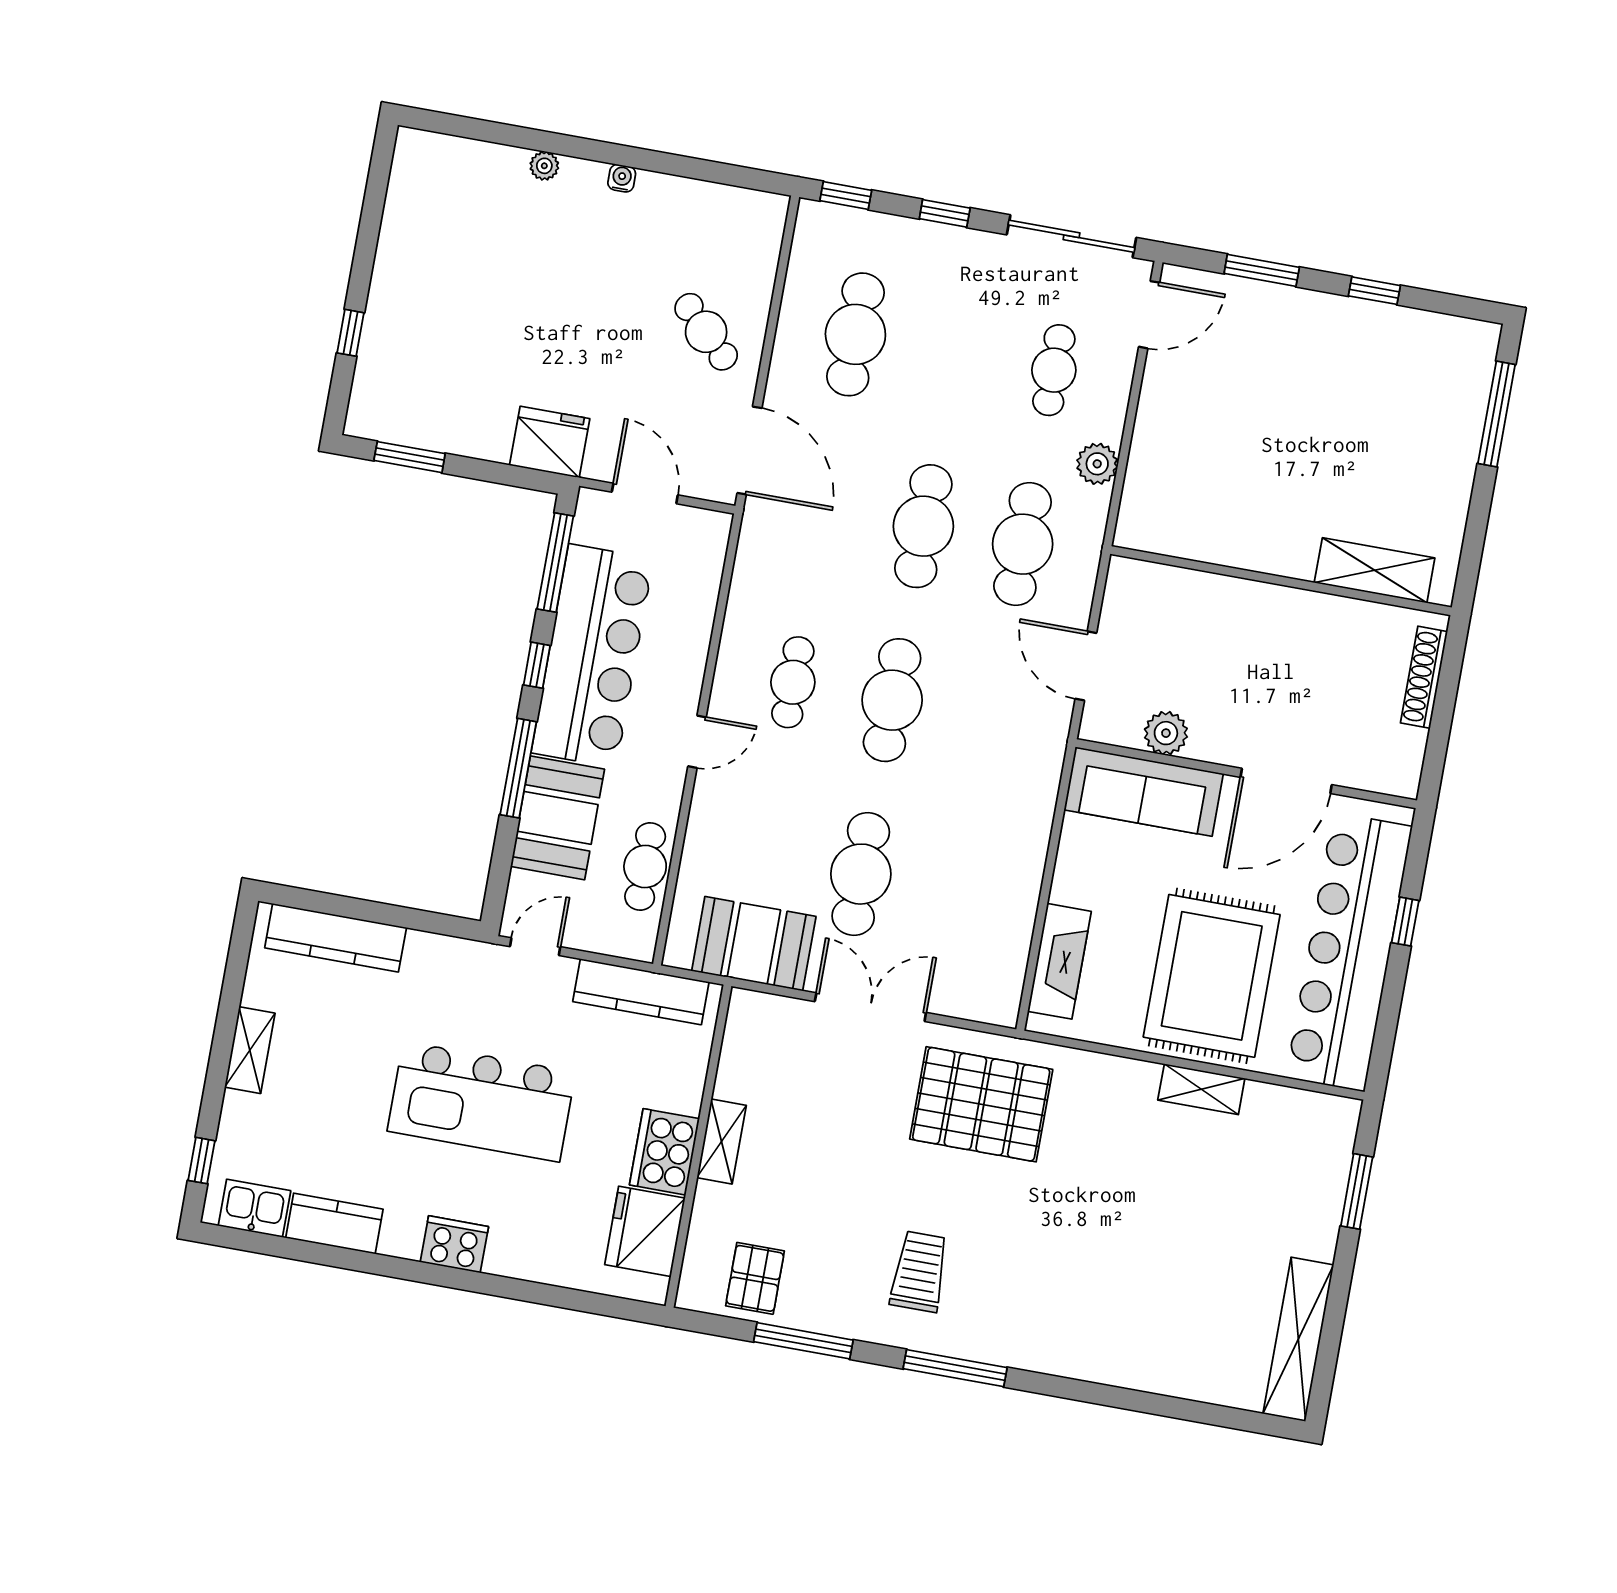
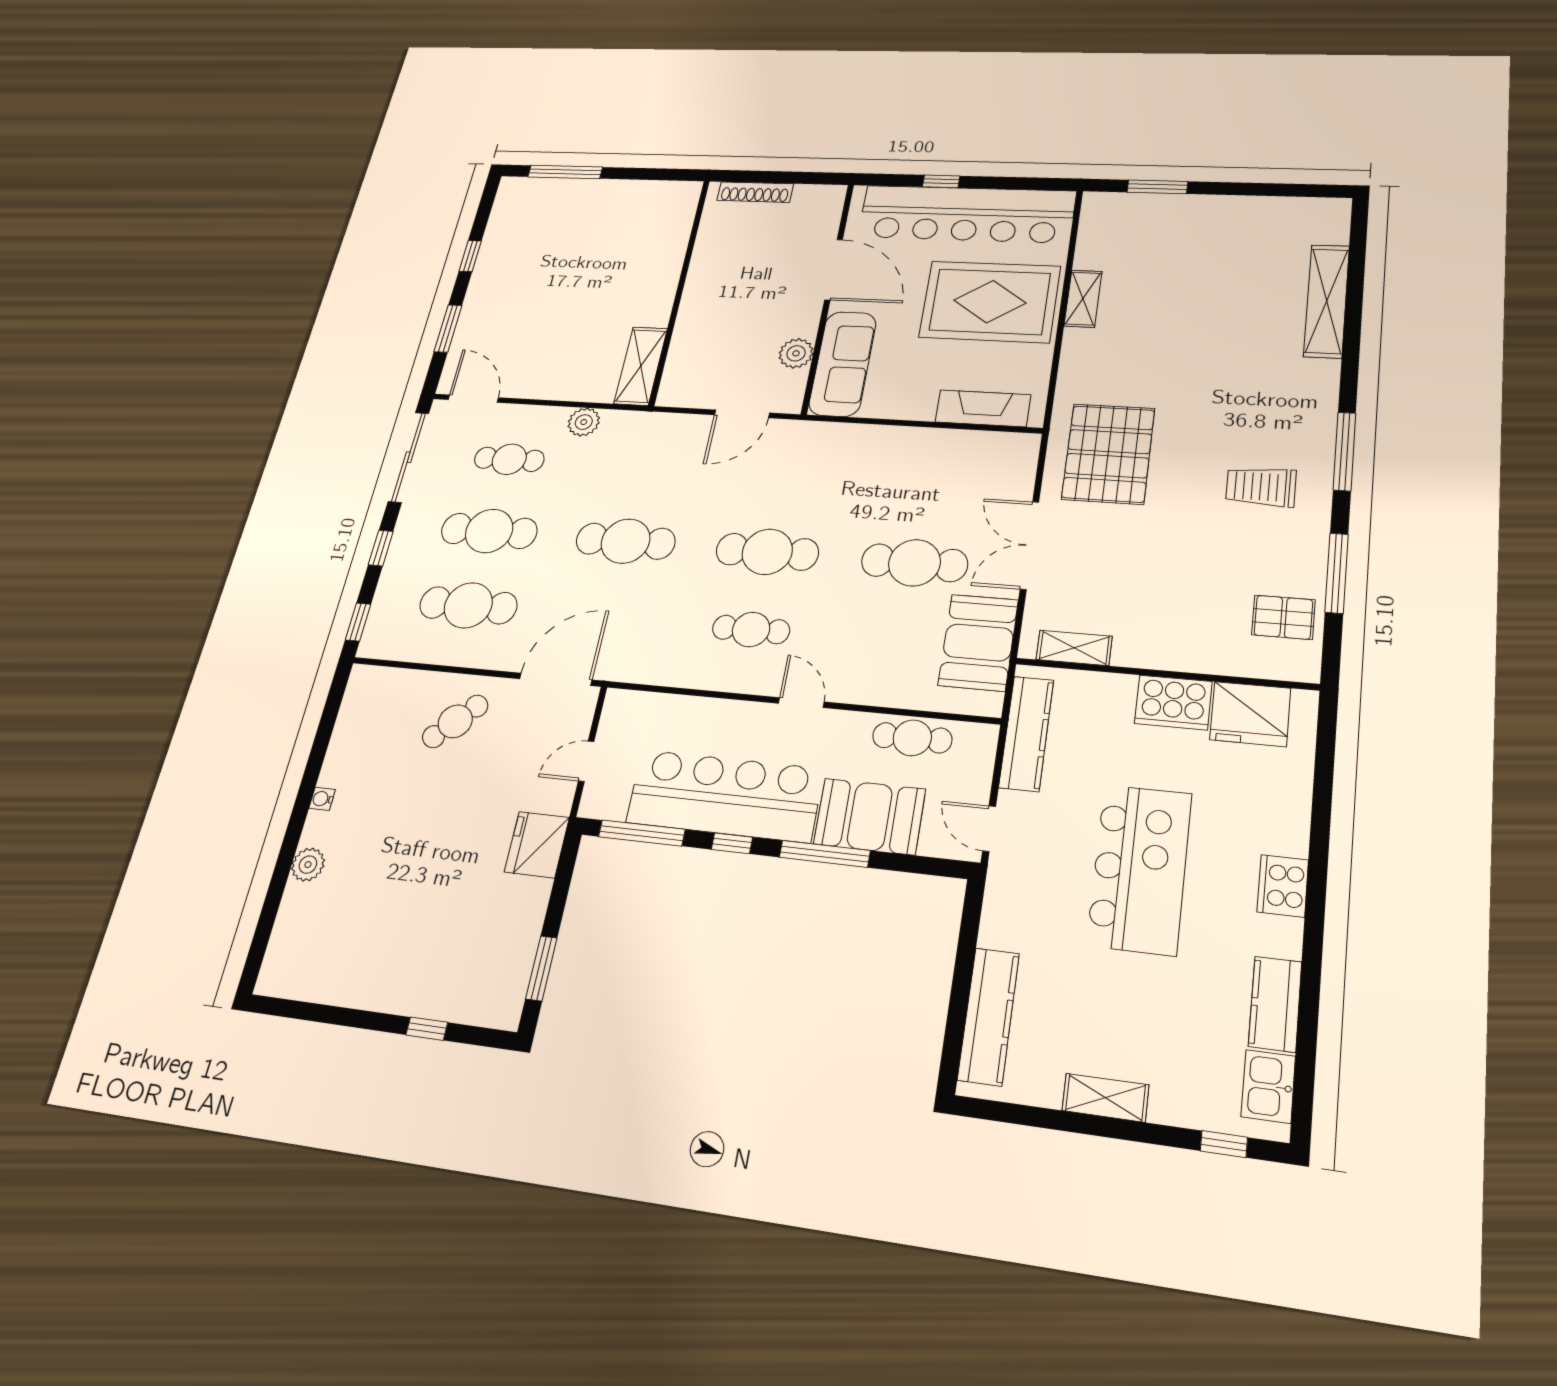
plant: (544, 166) -> (308, 865), width x1.38, depth x1.38
door: (645, 494) -> (586, 761), width x0.73
cafe table: (1023, 544) -> (489, 531), moved
shelving: (1375, 570) -> (641, 366), moved
shelving: (722, 1141) -> (1074, 648), moved
shelving: (1298, 1339) -> (1327, 301), moved, turned 90

